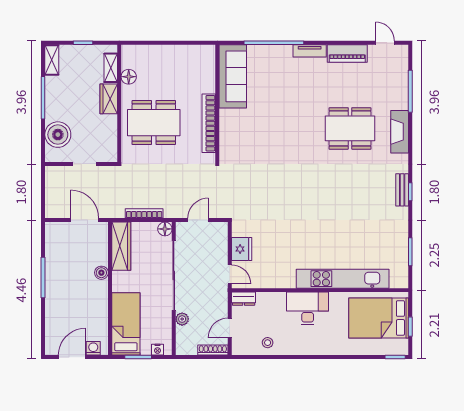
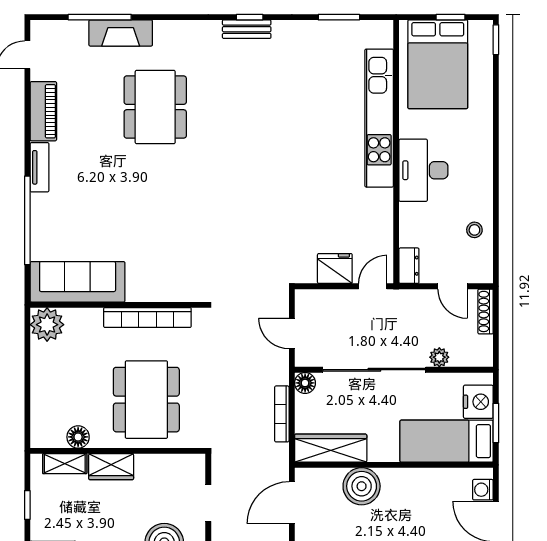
plant: (204, 56) -> (47, 325), added
fireplace: (400, 132) -> (121, 33), moved
boiler: (101, 273) -> (362, 486), width x1.86, depth x1.86
nightstand: (158, 350) -> (478, 402), width x1.89, depth x1.79

